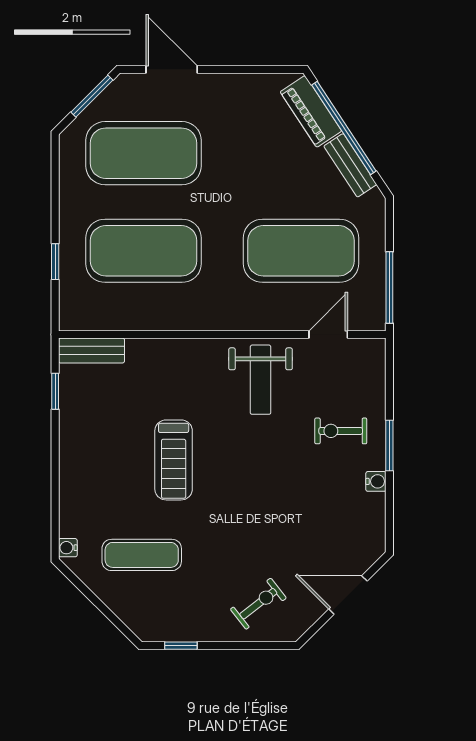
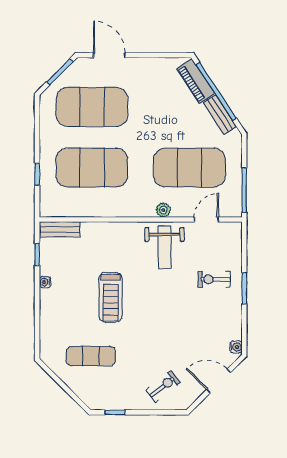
plant: (259, 319) -> (163, 210), added
water cooler: (376, 481) -> (236, 347), moved
water cooler: (68, 548) -> (45, 282), moved

